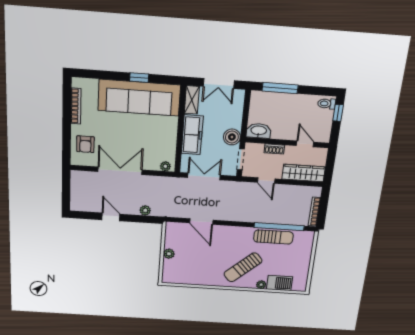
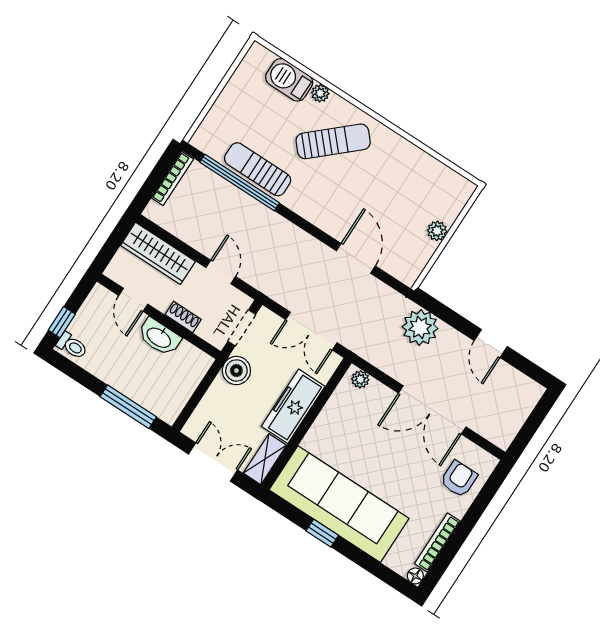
floor lamp: (76, 82) -> (415, 576), added
washbasin: (259, 131) -> (159, 337), moved
plant: (145, 210) -> (420, 328), width x1.87, depth x1.87

